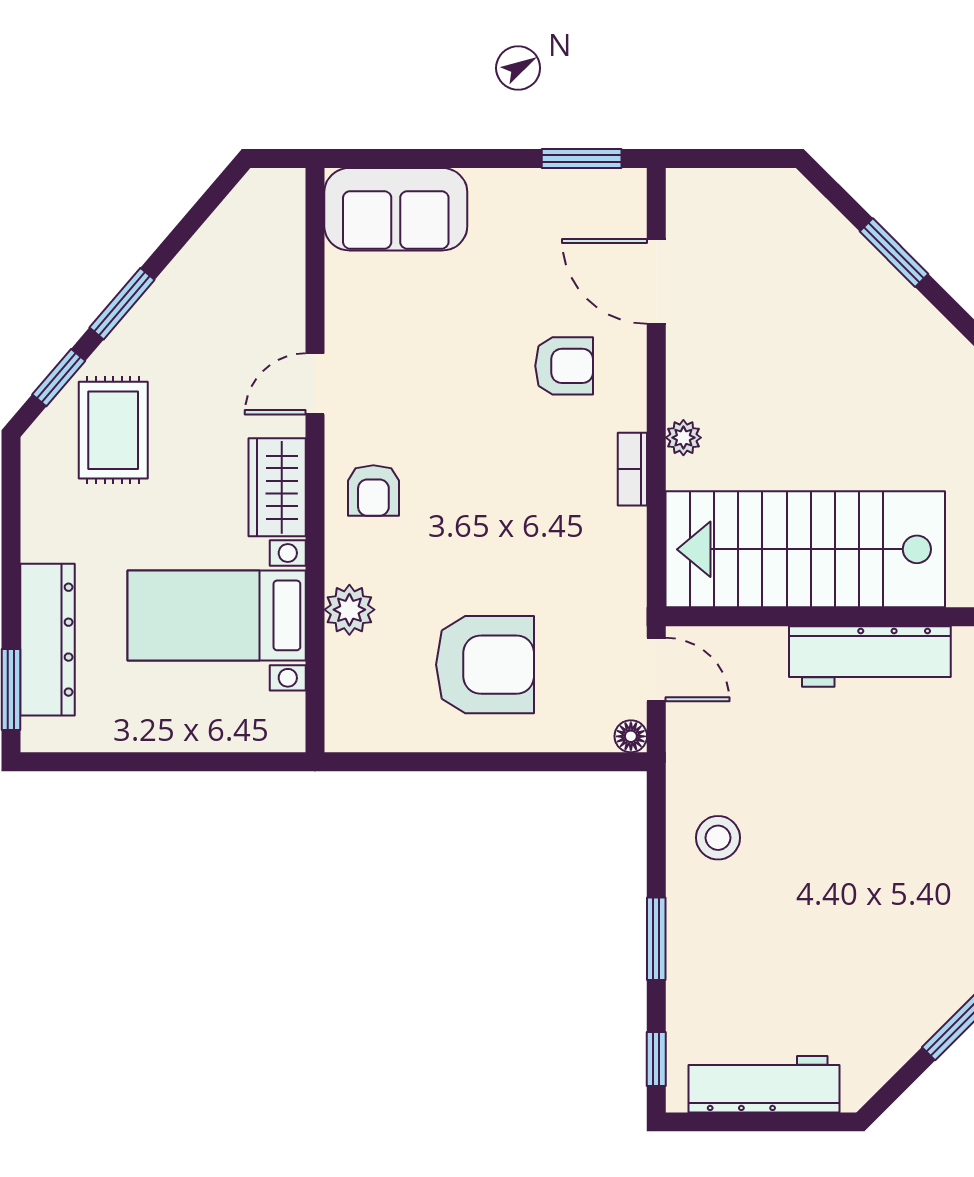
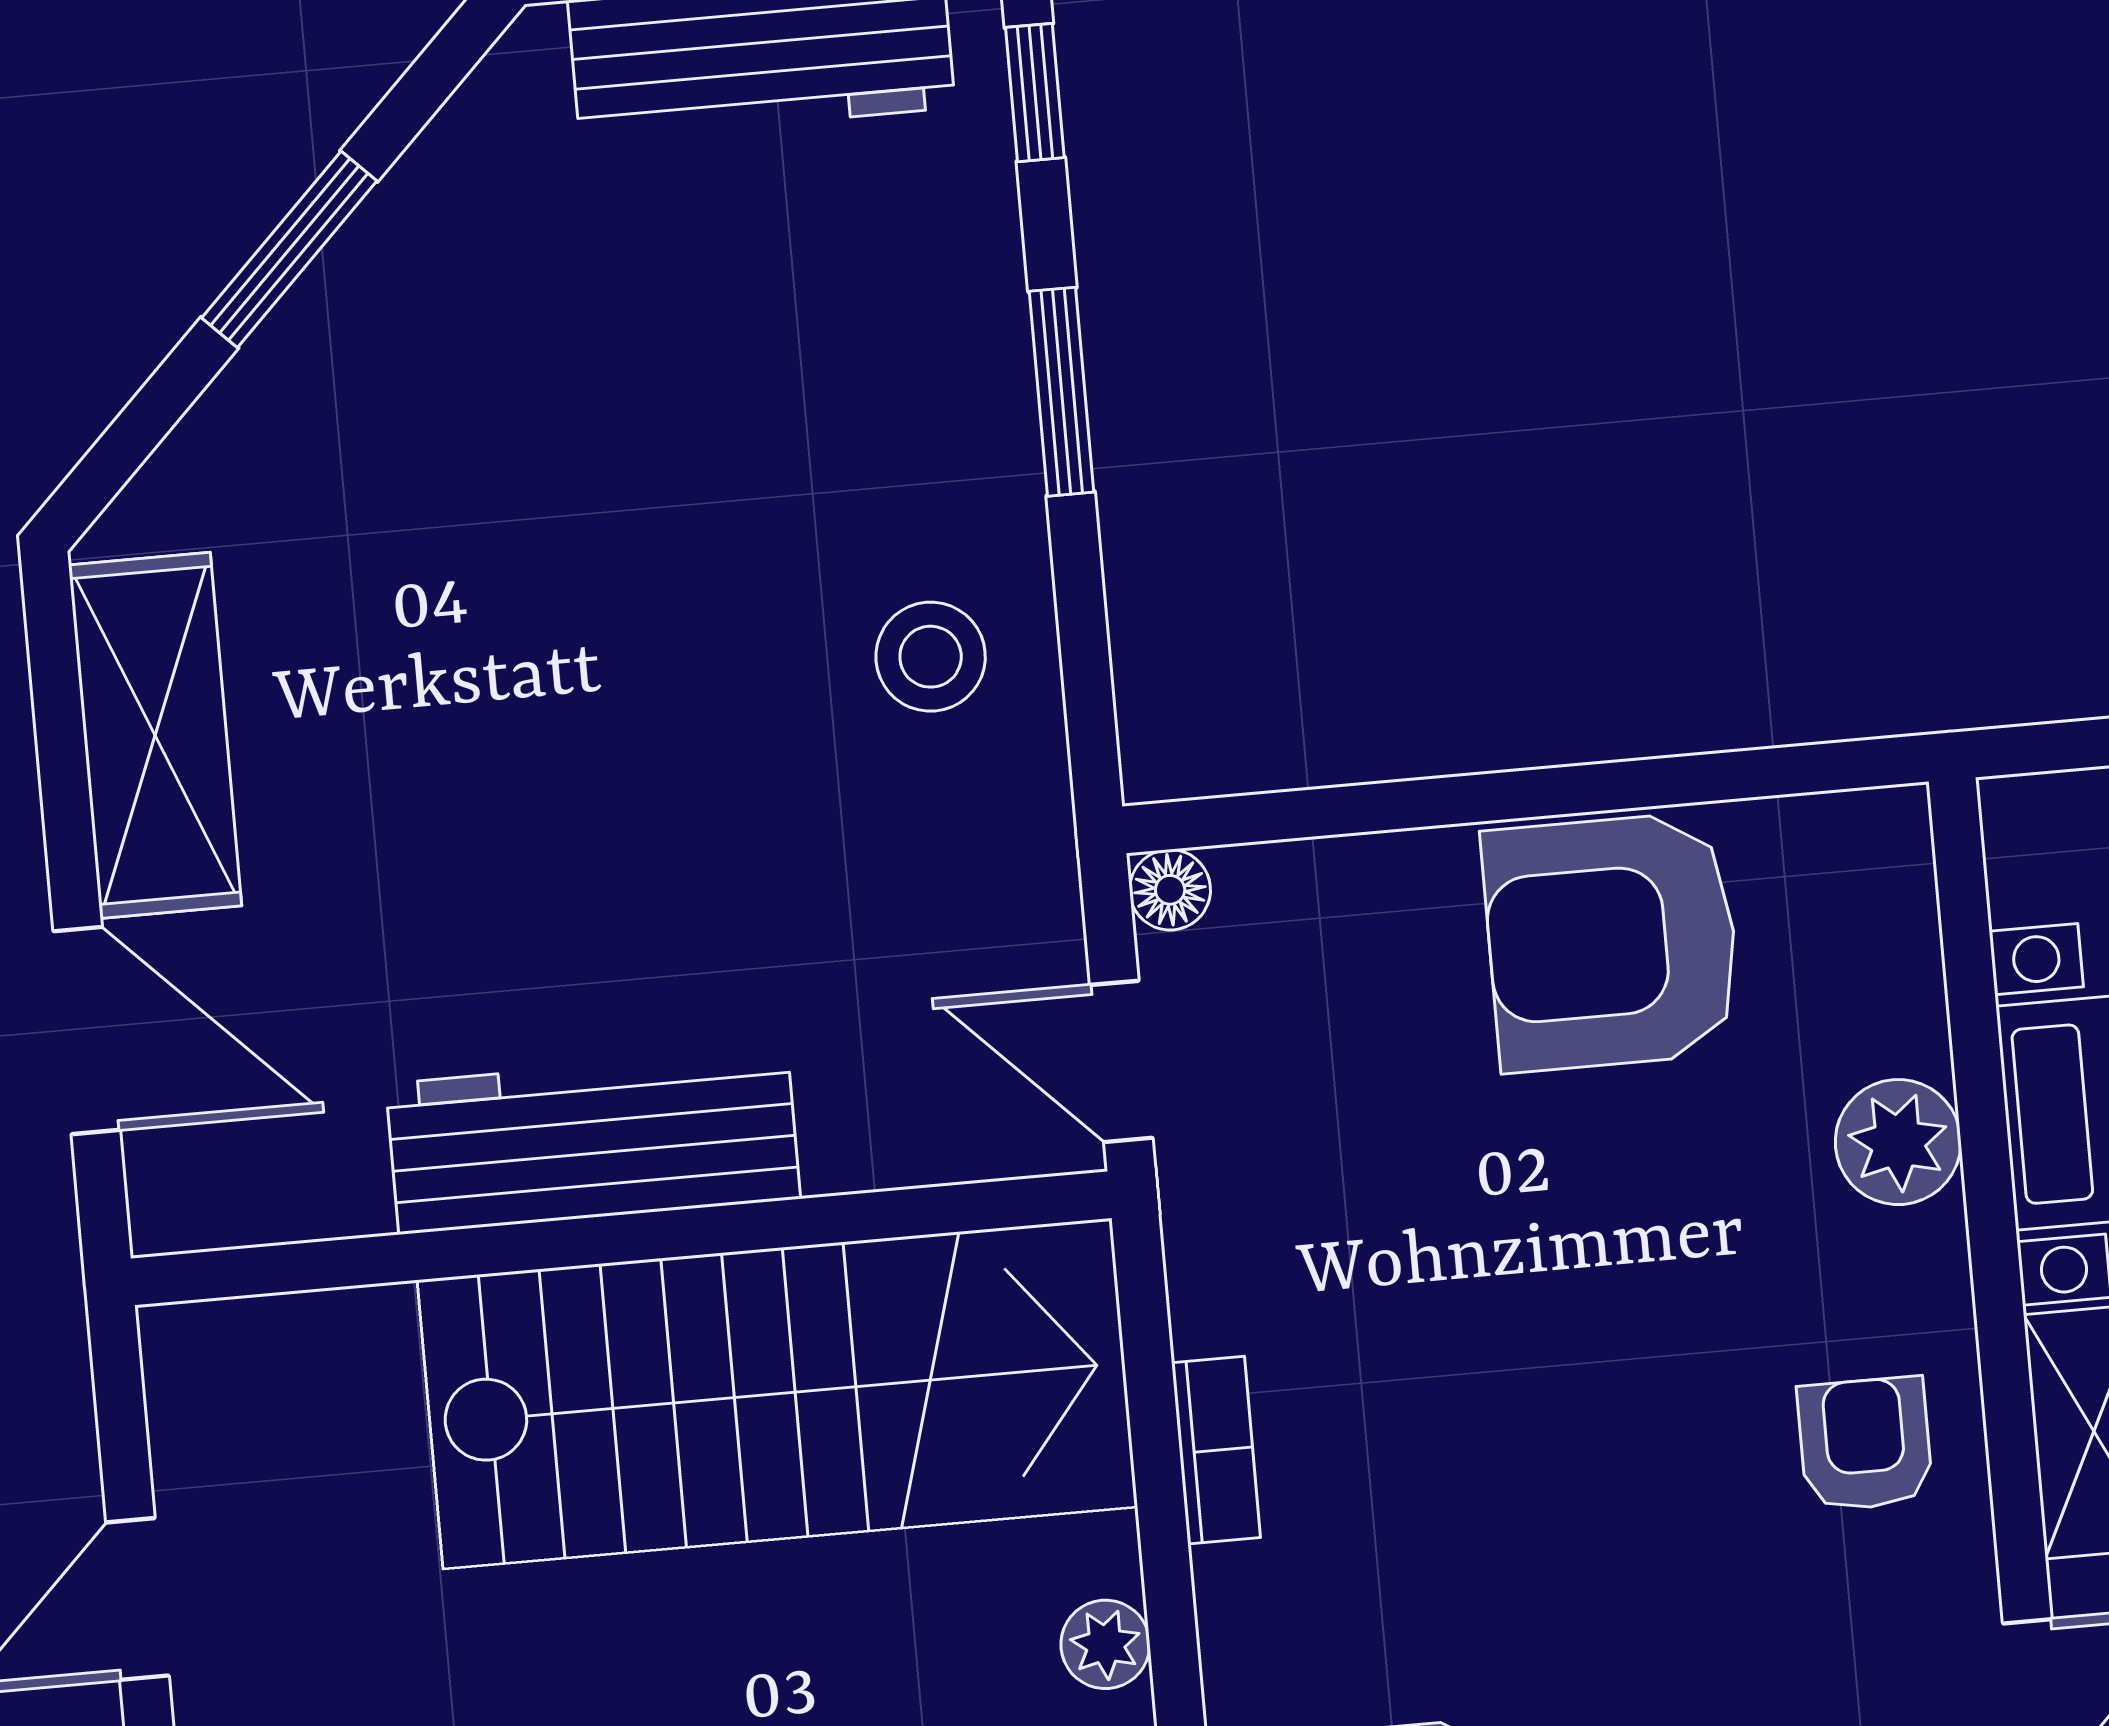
bookcase: (632, 469) -> (1216, 1450), moved
armchair: (485, 665) -> (1612, 942), moved

